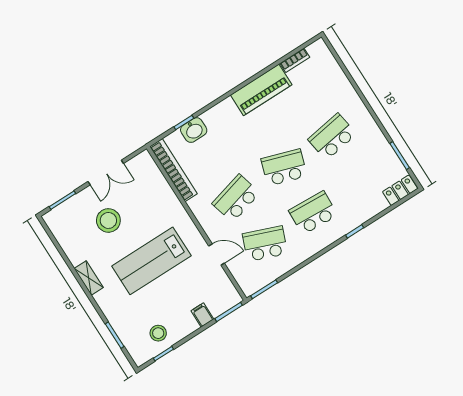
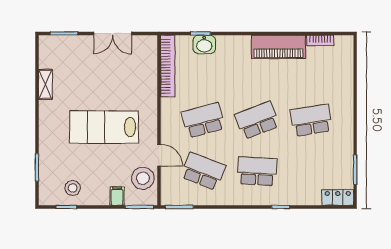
school desk: (284, 167) -> (257, 120), turned -39
stool: (108, 220) -> (143, 178), moved
shelving: (89, 278) -> (45, 84), moved

